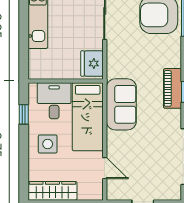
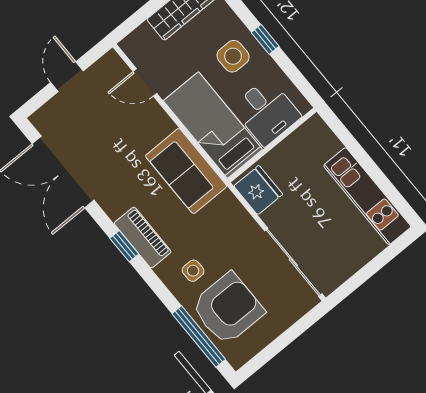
side table: (160, 50) -> (193, 271), added
window: (24, 114) -> (265, 39), moved

